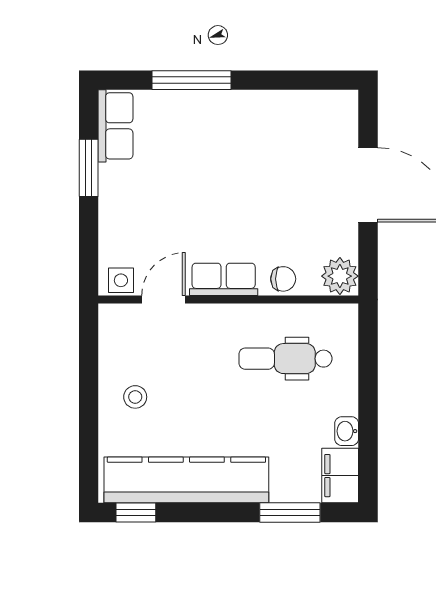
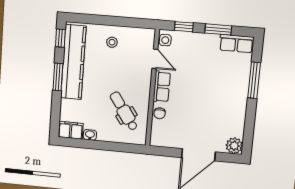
window: (89, 242) -> (184, 27), added
plant: (340, 276) -> (234, 146), moved
dental chair: (285, 359) -> (124, 111), turned -35
window: (290, 513) -> (58, 77), moved

